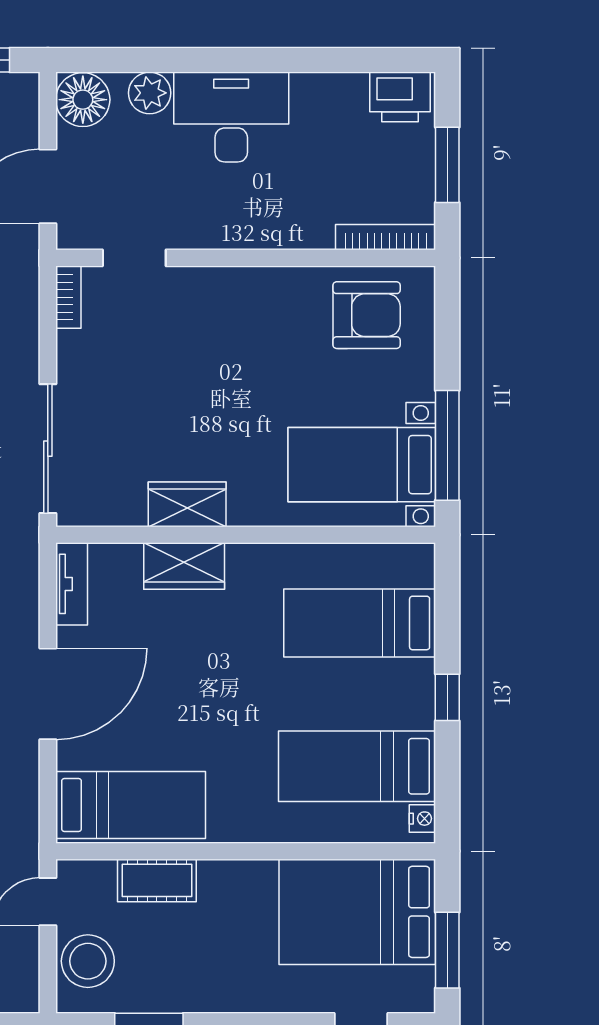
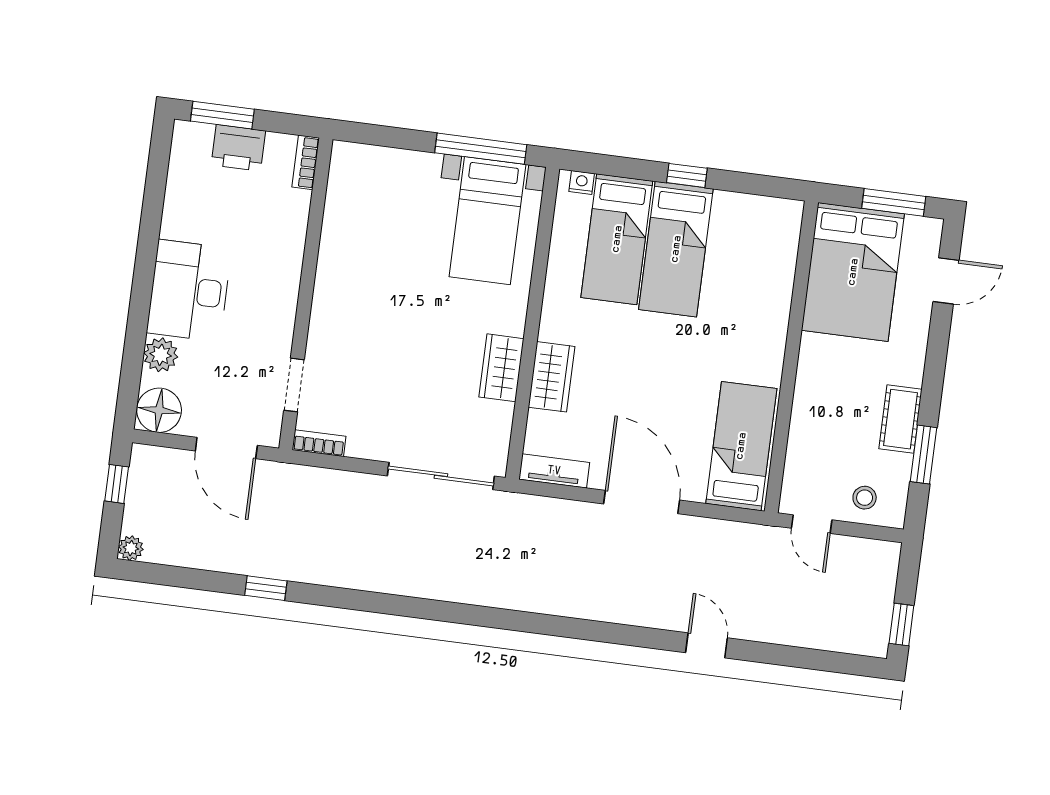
printer: (400, 97) -> (238, 148), moved, turned 90
window: (447, 165) -> (222, 115), moved
bookcase: (386, 237) -> (306, 162), width x0.64
armchair: (367, 315) -> (366, 201), removed
bed: (357, 766) -> (676, 249), moved
nightstand: (422, 819) -> (582, 183), moved
cot: (157, 880) -> (900, 419), moved
stool: (88, 961) -> (865, 498), width x0.53, depth x0.53

